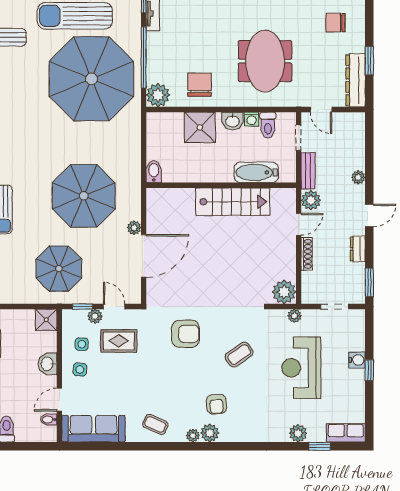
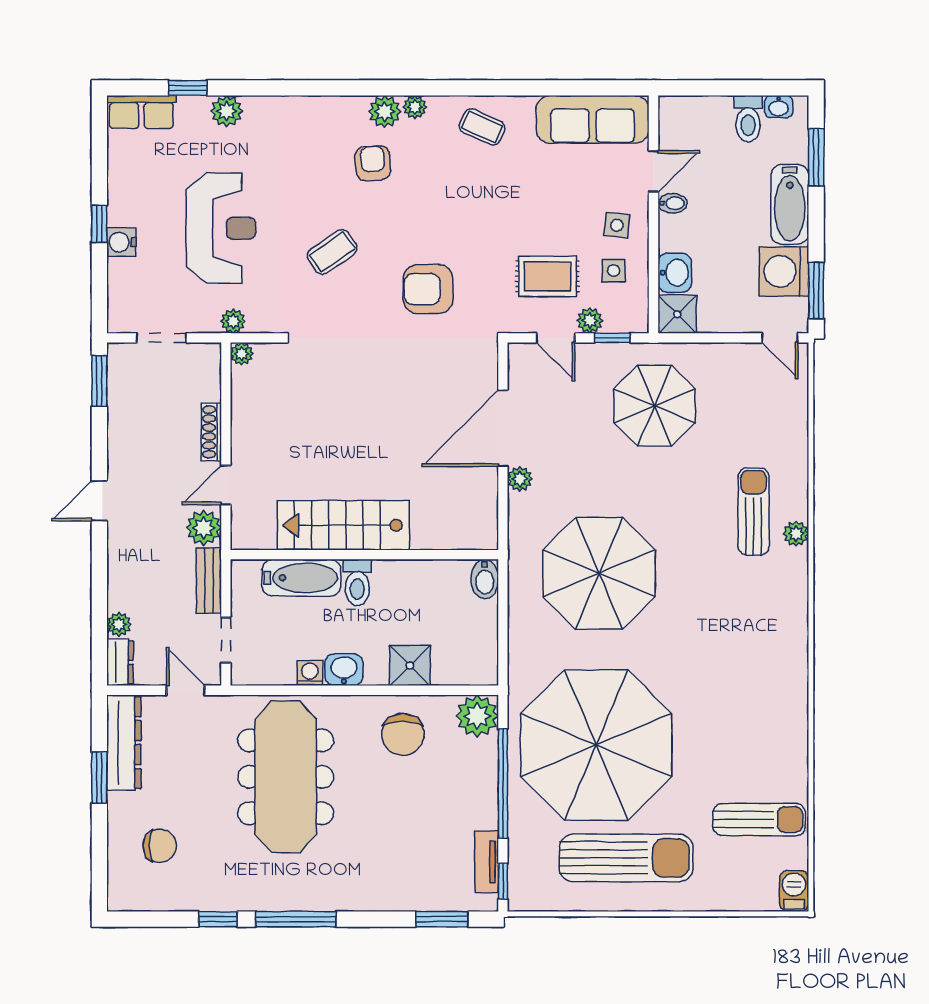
meeting table: (265, 61) -> (286, 777), width x1.36
toilet: (268, 125) -> (357, 582), moved, turned 180
shower: (200, 127) -> (410, 666), width x0.73, depth x0.73
plant: (358, 177) -> (119, 624), moved
parasol: (84, 196) -> (599, 573), moved
dresser: (358, 249) -> (120, 662), moved
plant: (284, 292) -> (242, 354), width x0.53, depth x0.53
washbasin: (48, 364) -> (675, 273), moved
bidet: (49, 420) -> (673, 203), moved

